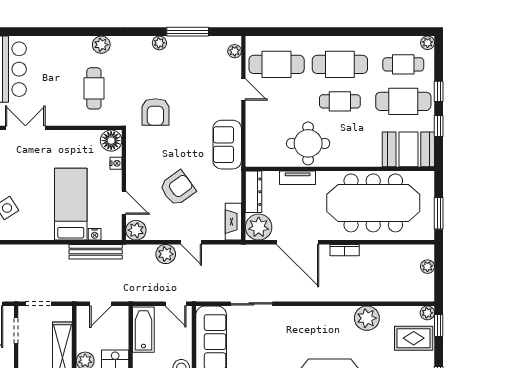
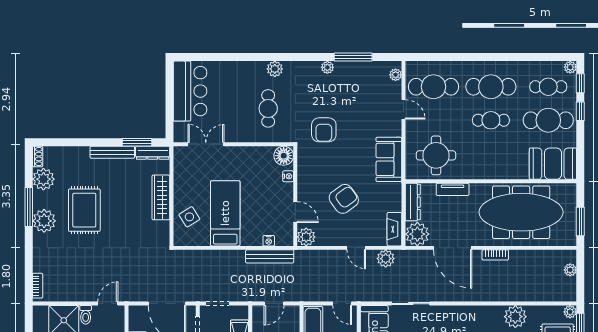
window: (439, 126) -> (580, 83), moved
round table: (308, 143) -> (436, 155), moved
bed: (71, 204) -> (225, 213), moved
plant: (166, 254) -> (386, 259), moved

